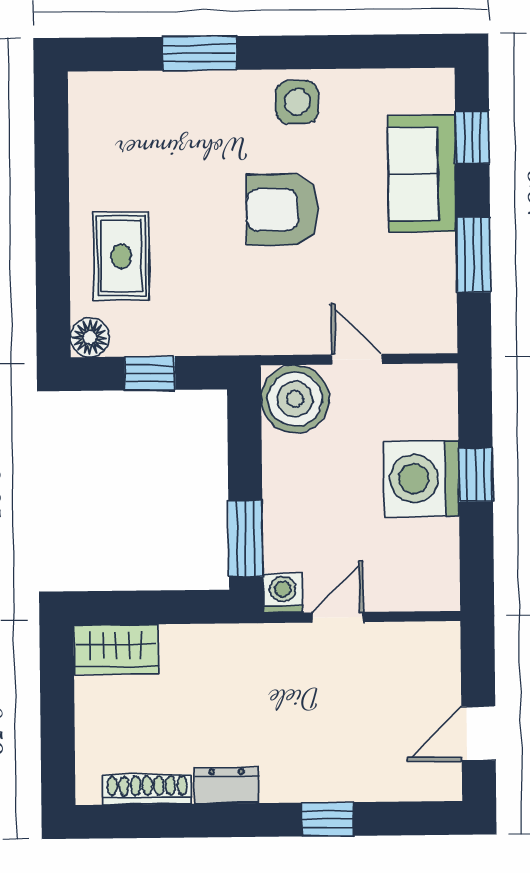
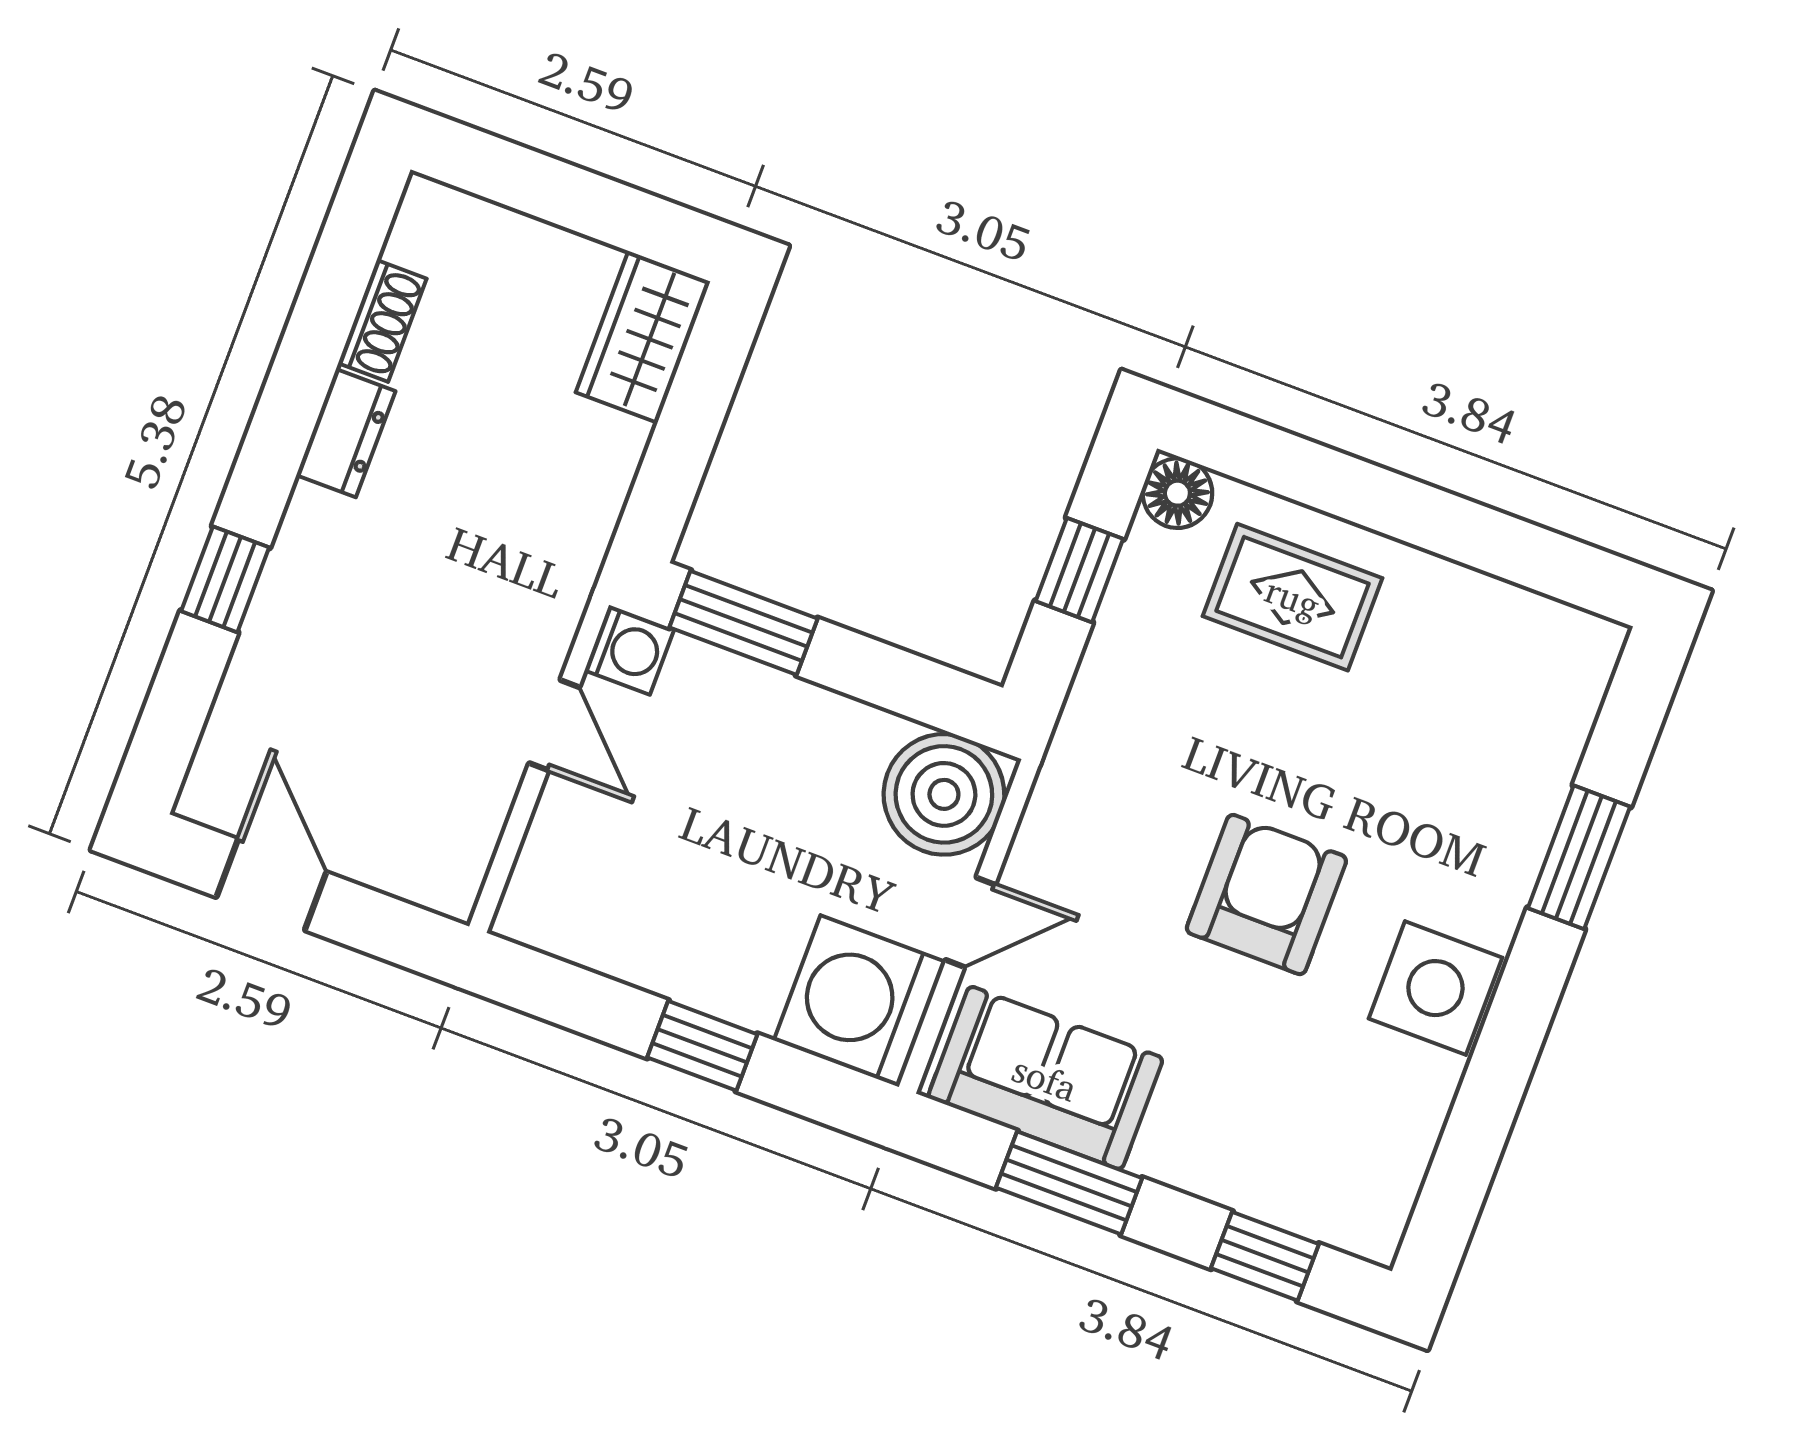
side table: (297, 102) -> (1435, 988), width x1.37, depth x1.37
sofa: (422, 174) -> (1045, 1078), moved
washing machine: (421, 479) -> (860, 1001), moved, turned -90
shoe rack: (147, 789) -> (382, 321), width x0.70

